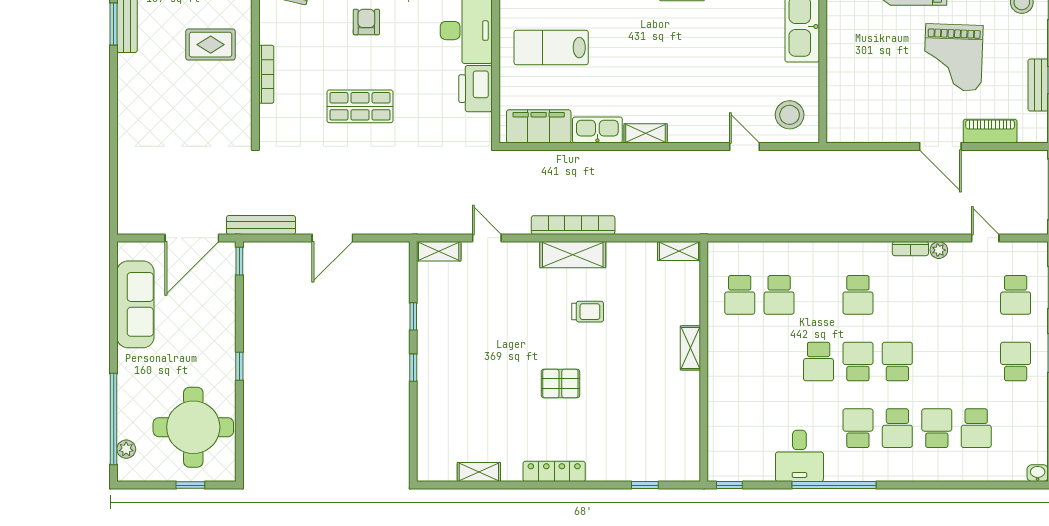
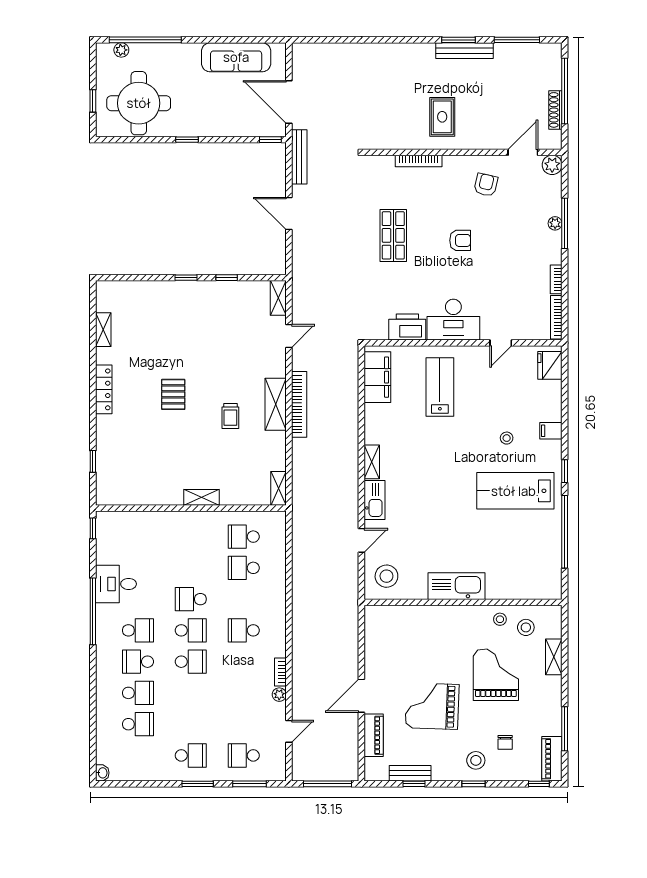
kitchen sink: (597, 130) -> (374, 500), moved
school desk: (976, 428) -> (138, 724), turned 180

